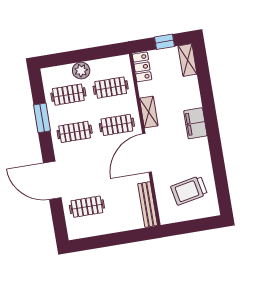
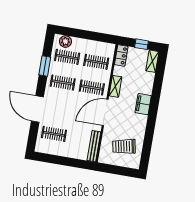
plant: (81, 71) -> (65, 41), moved

